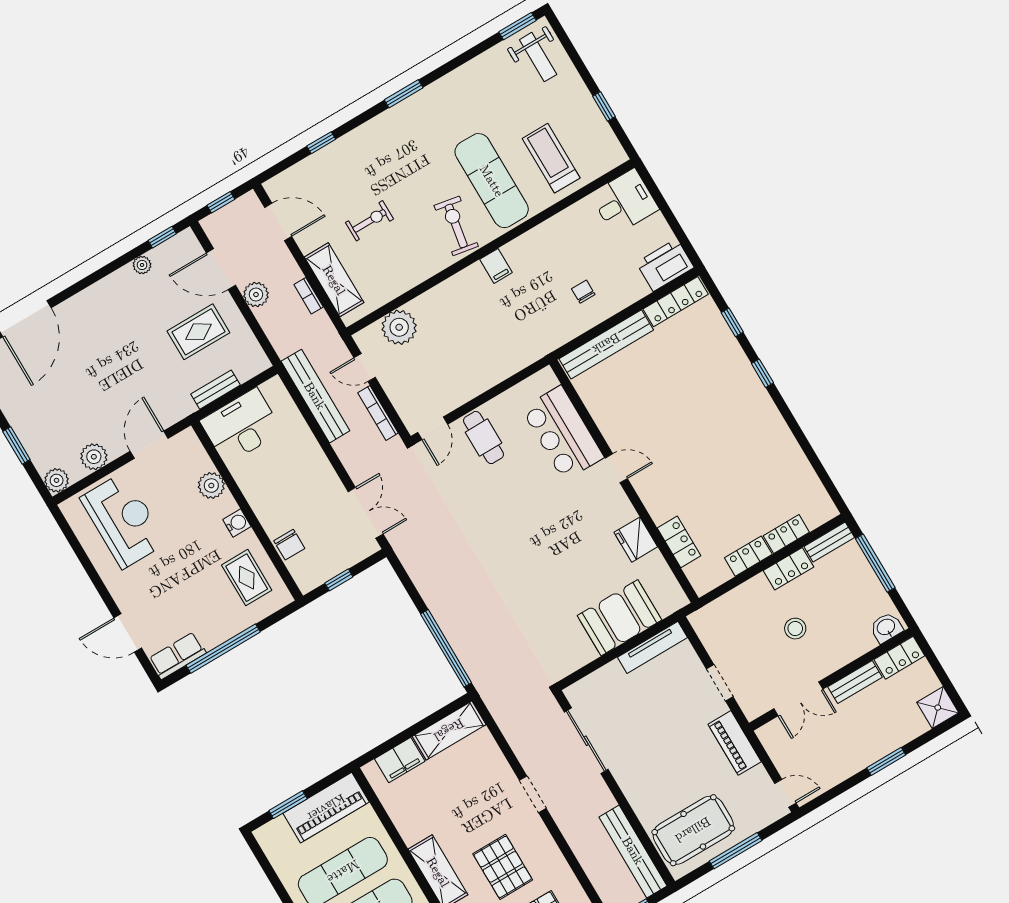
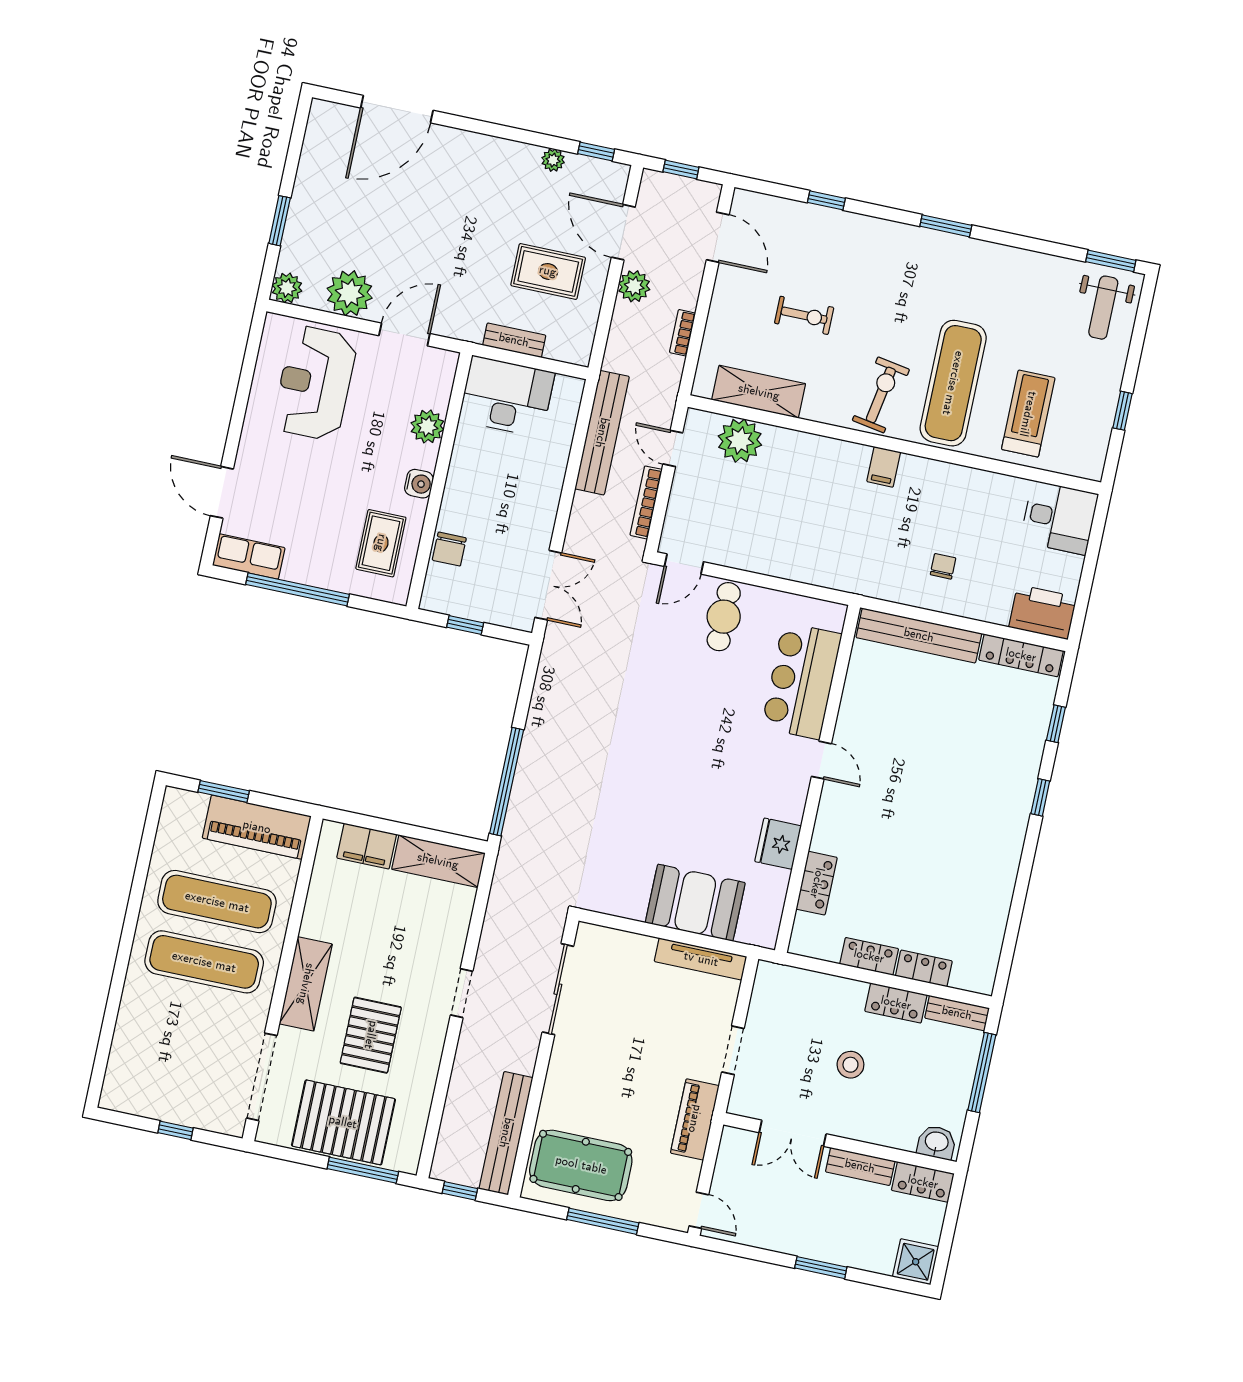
shelving: (334, 280) -> (759, 392), moved, turned 90
plant: (94, 457) -> (350, 293), width x1.36, depth x1.36
reception desk: (123, 520) -> (315, 383), turned 180

